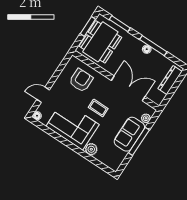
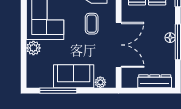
coffee table: (98, 108) -> (92, 24), moved
window: (139, 141) -> (58, 91), moved

